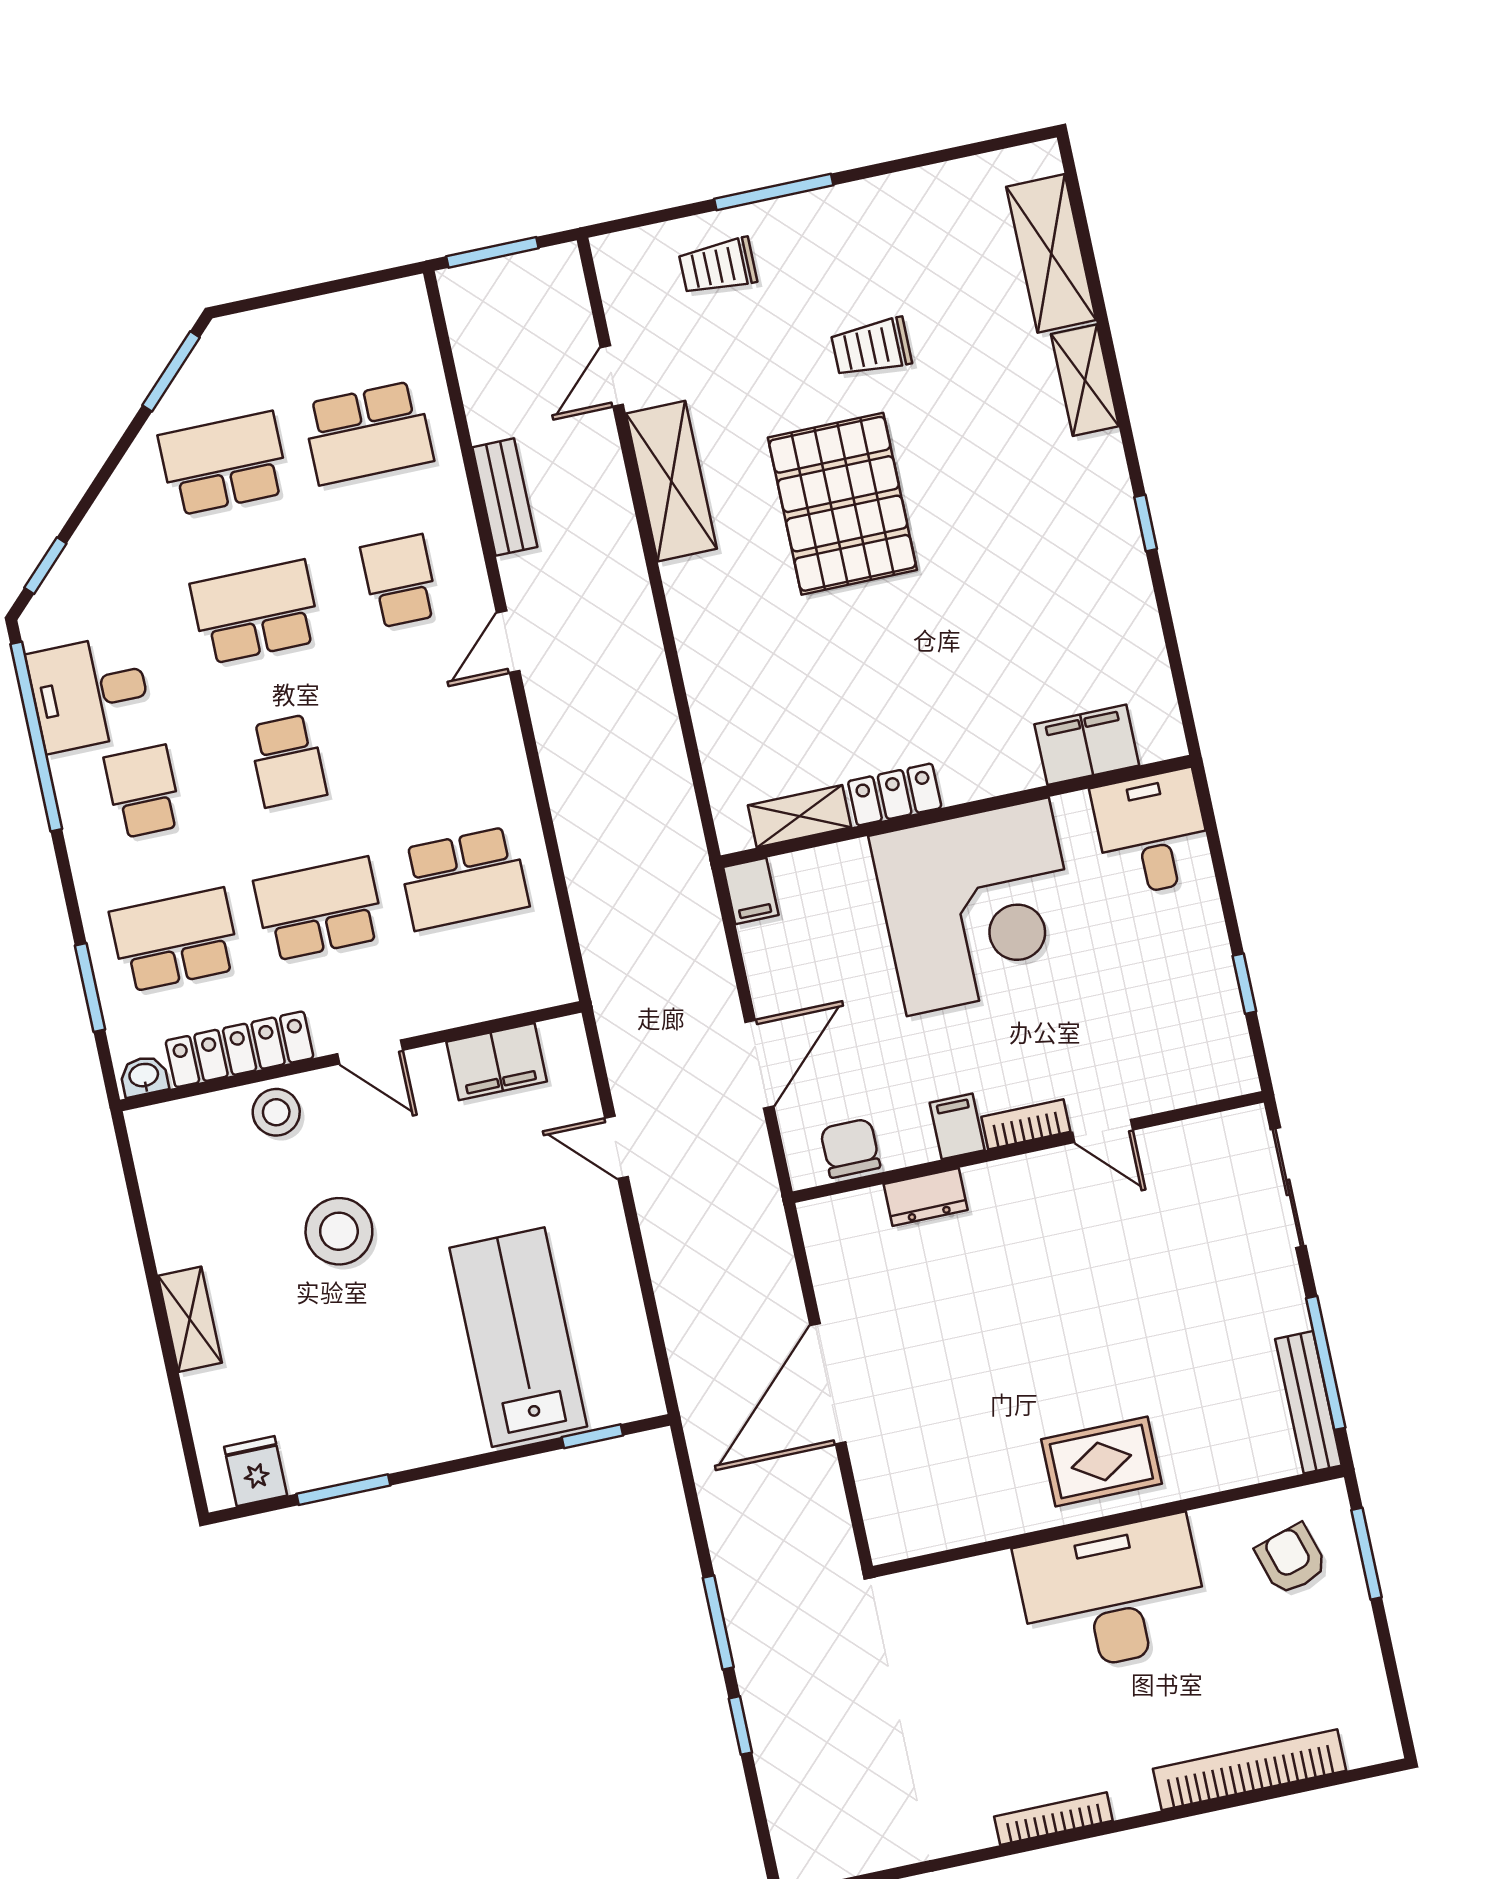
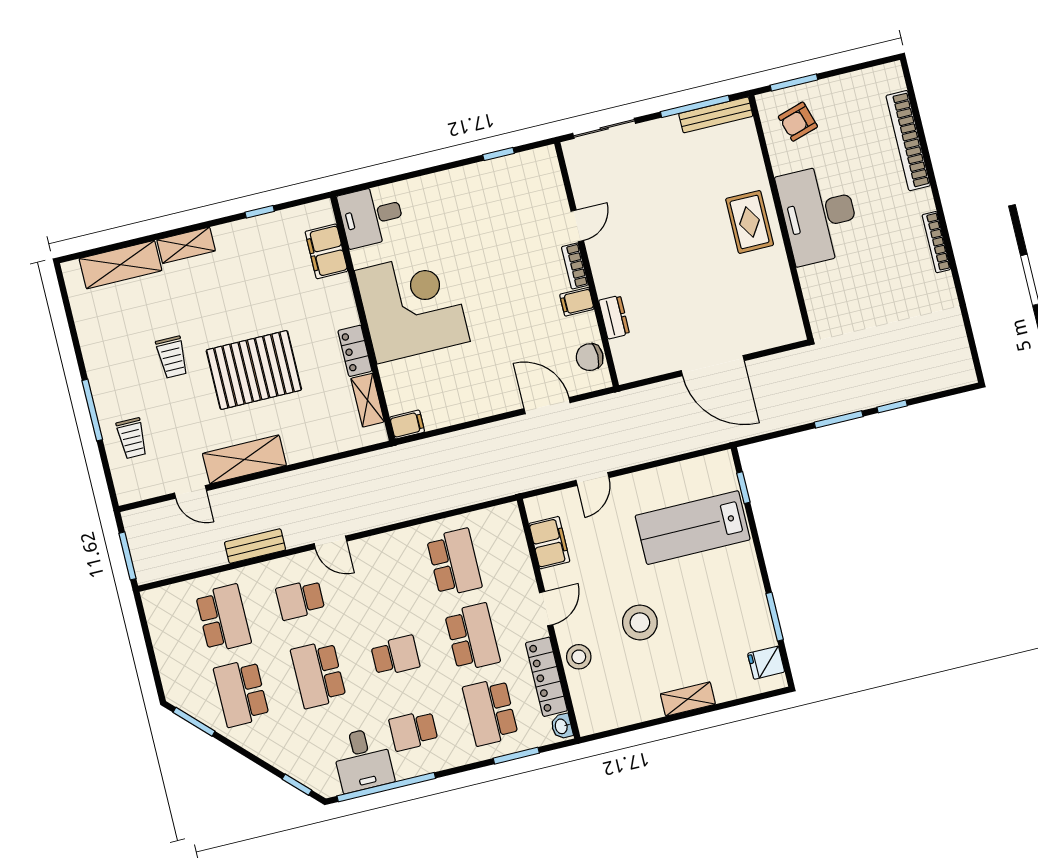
filing cabinet: (1087, 745) -> (326, 251), moved
locker: (895, 795) -> (355, 351), moved
wall: (956, 811) -> (363, 319), moved
shelving: (800, 816) -> (368, 400), moved
desk: (1152, 833) -> (371, 216), moved
filing cabinet: (751, 891) -> (407, 425), moved
corner desk: (978, 907) -> (412, 306), moved
school desk: (319, 909) -> (472, 637), turned 180

